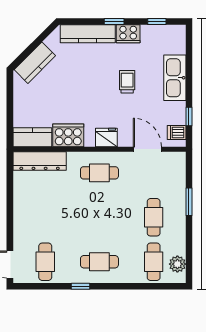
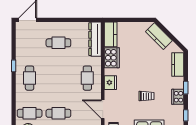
kitchen counter: (88, 34) -> (178, 65), width x0.67
door: (147, 149) -> (103, 109), swing flipped
cafe table: (45, 262) -> (58, 43), moved

